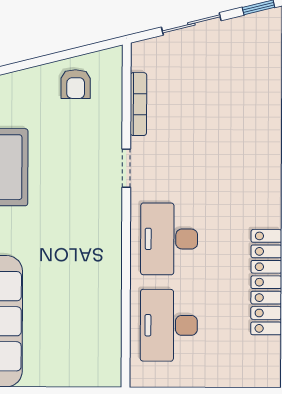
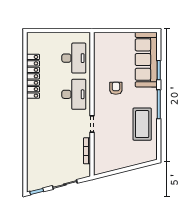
armchair: (76, 84) -> (116, 88), moved

